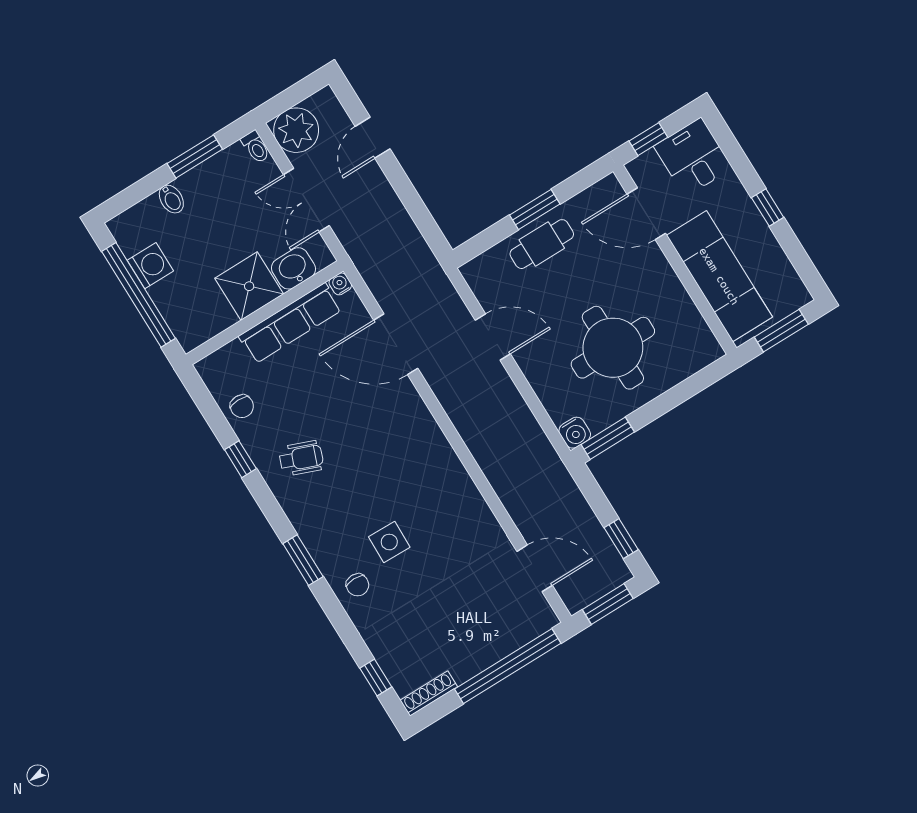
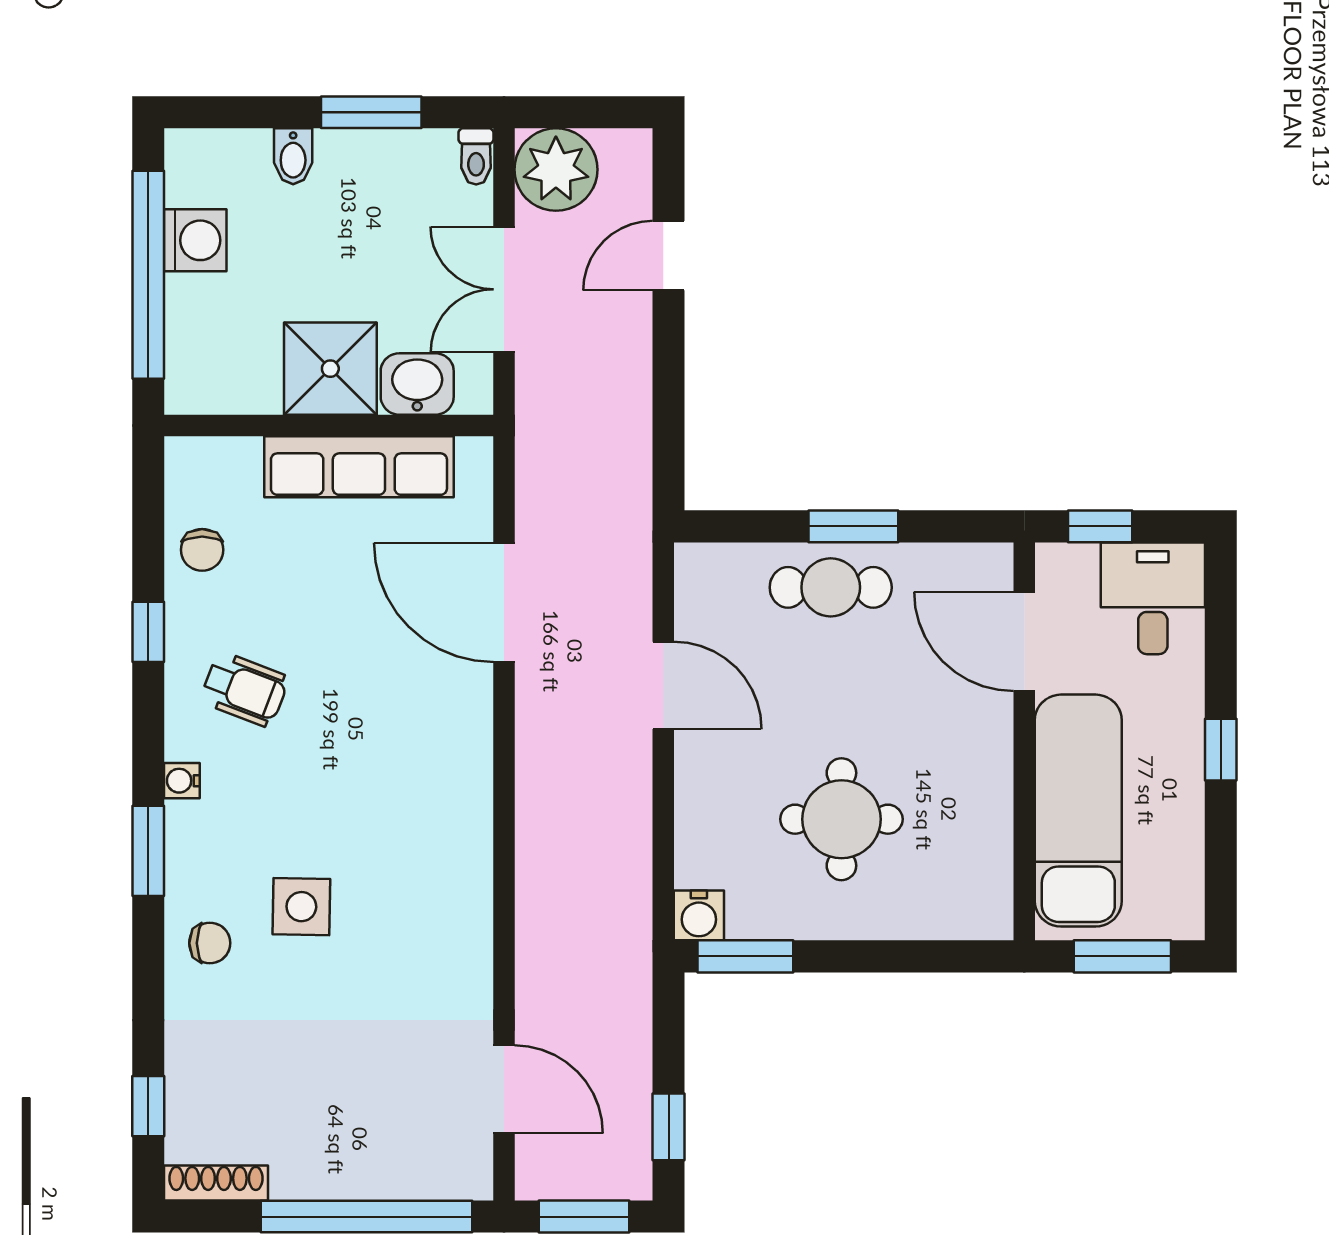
water cooler: (340, 284) -> (182, 781), moved, turned -90
round table: (613, 348) -> (841, 819), width x0.73, depth x0.73
chair: (358, 585) -> (210, 943), turned -90

